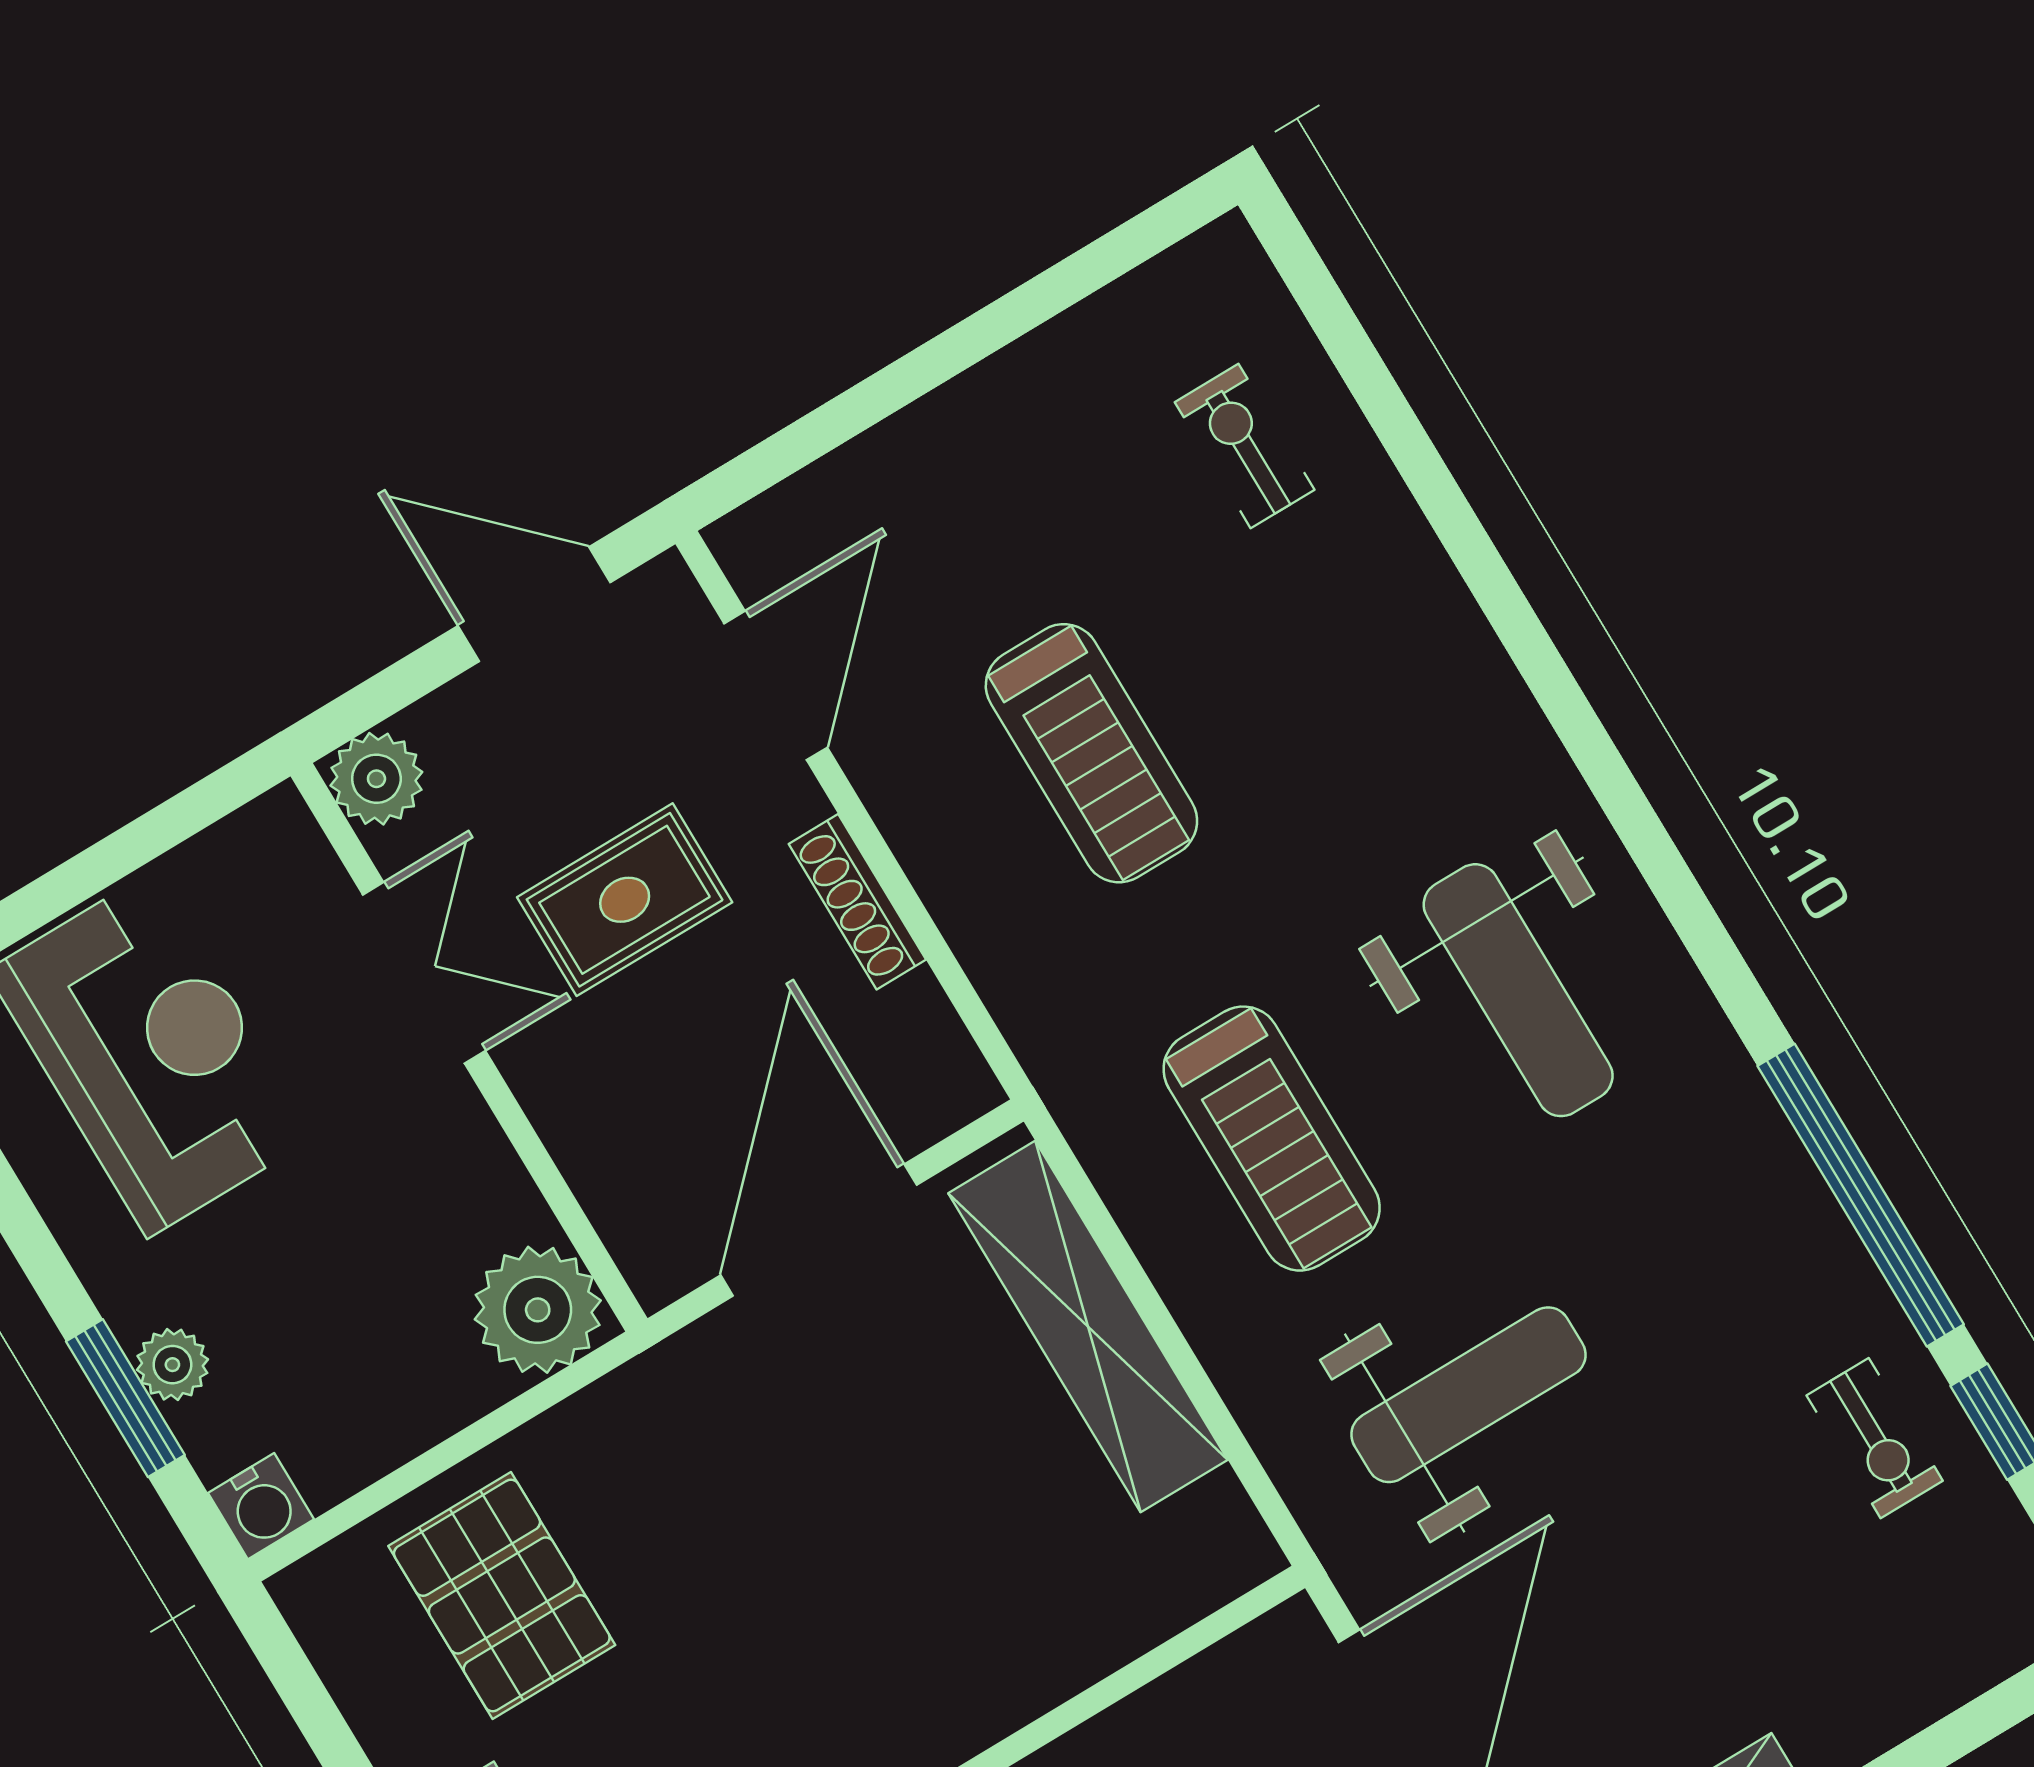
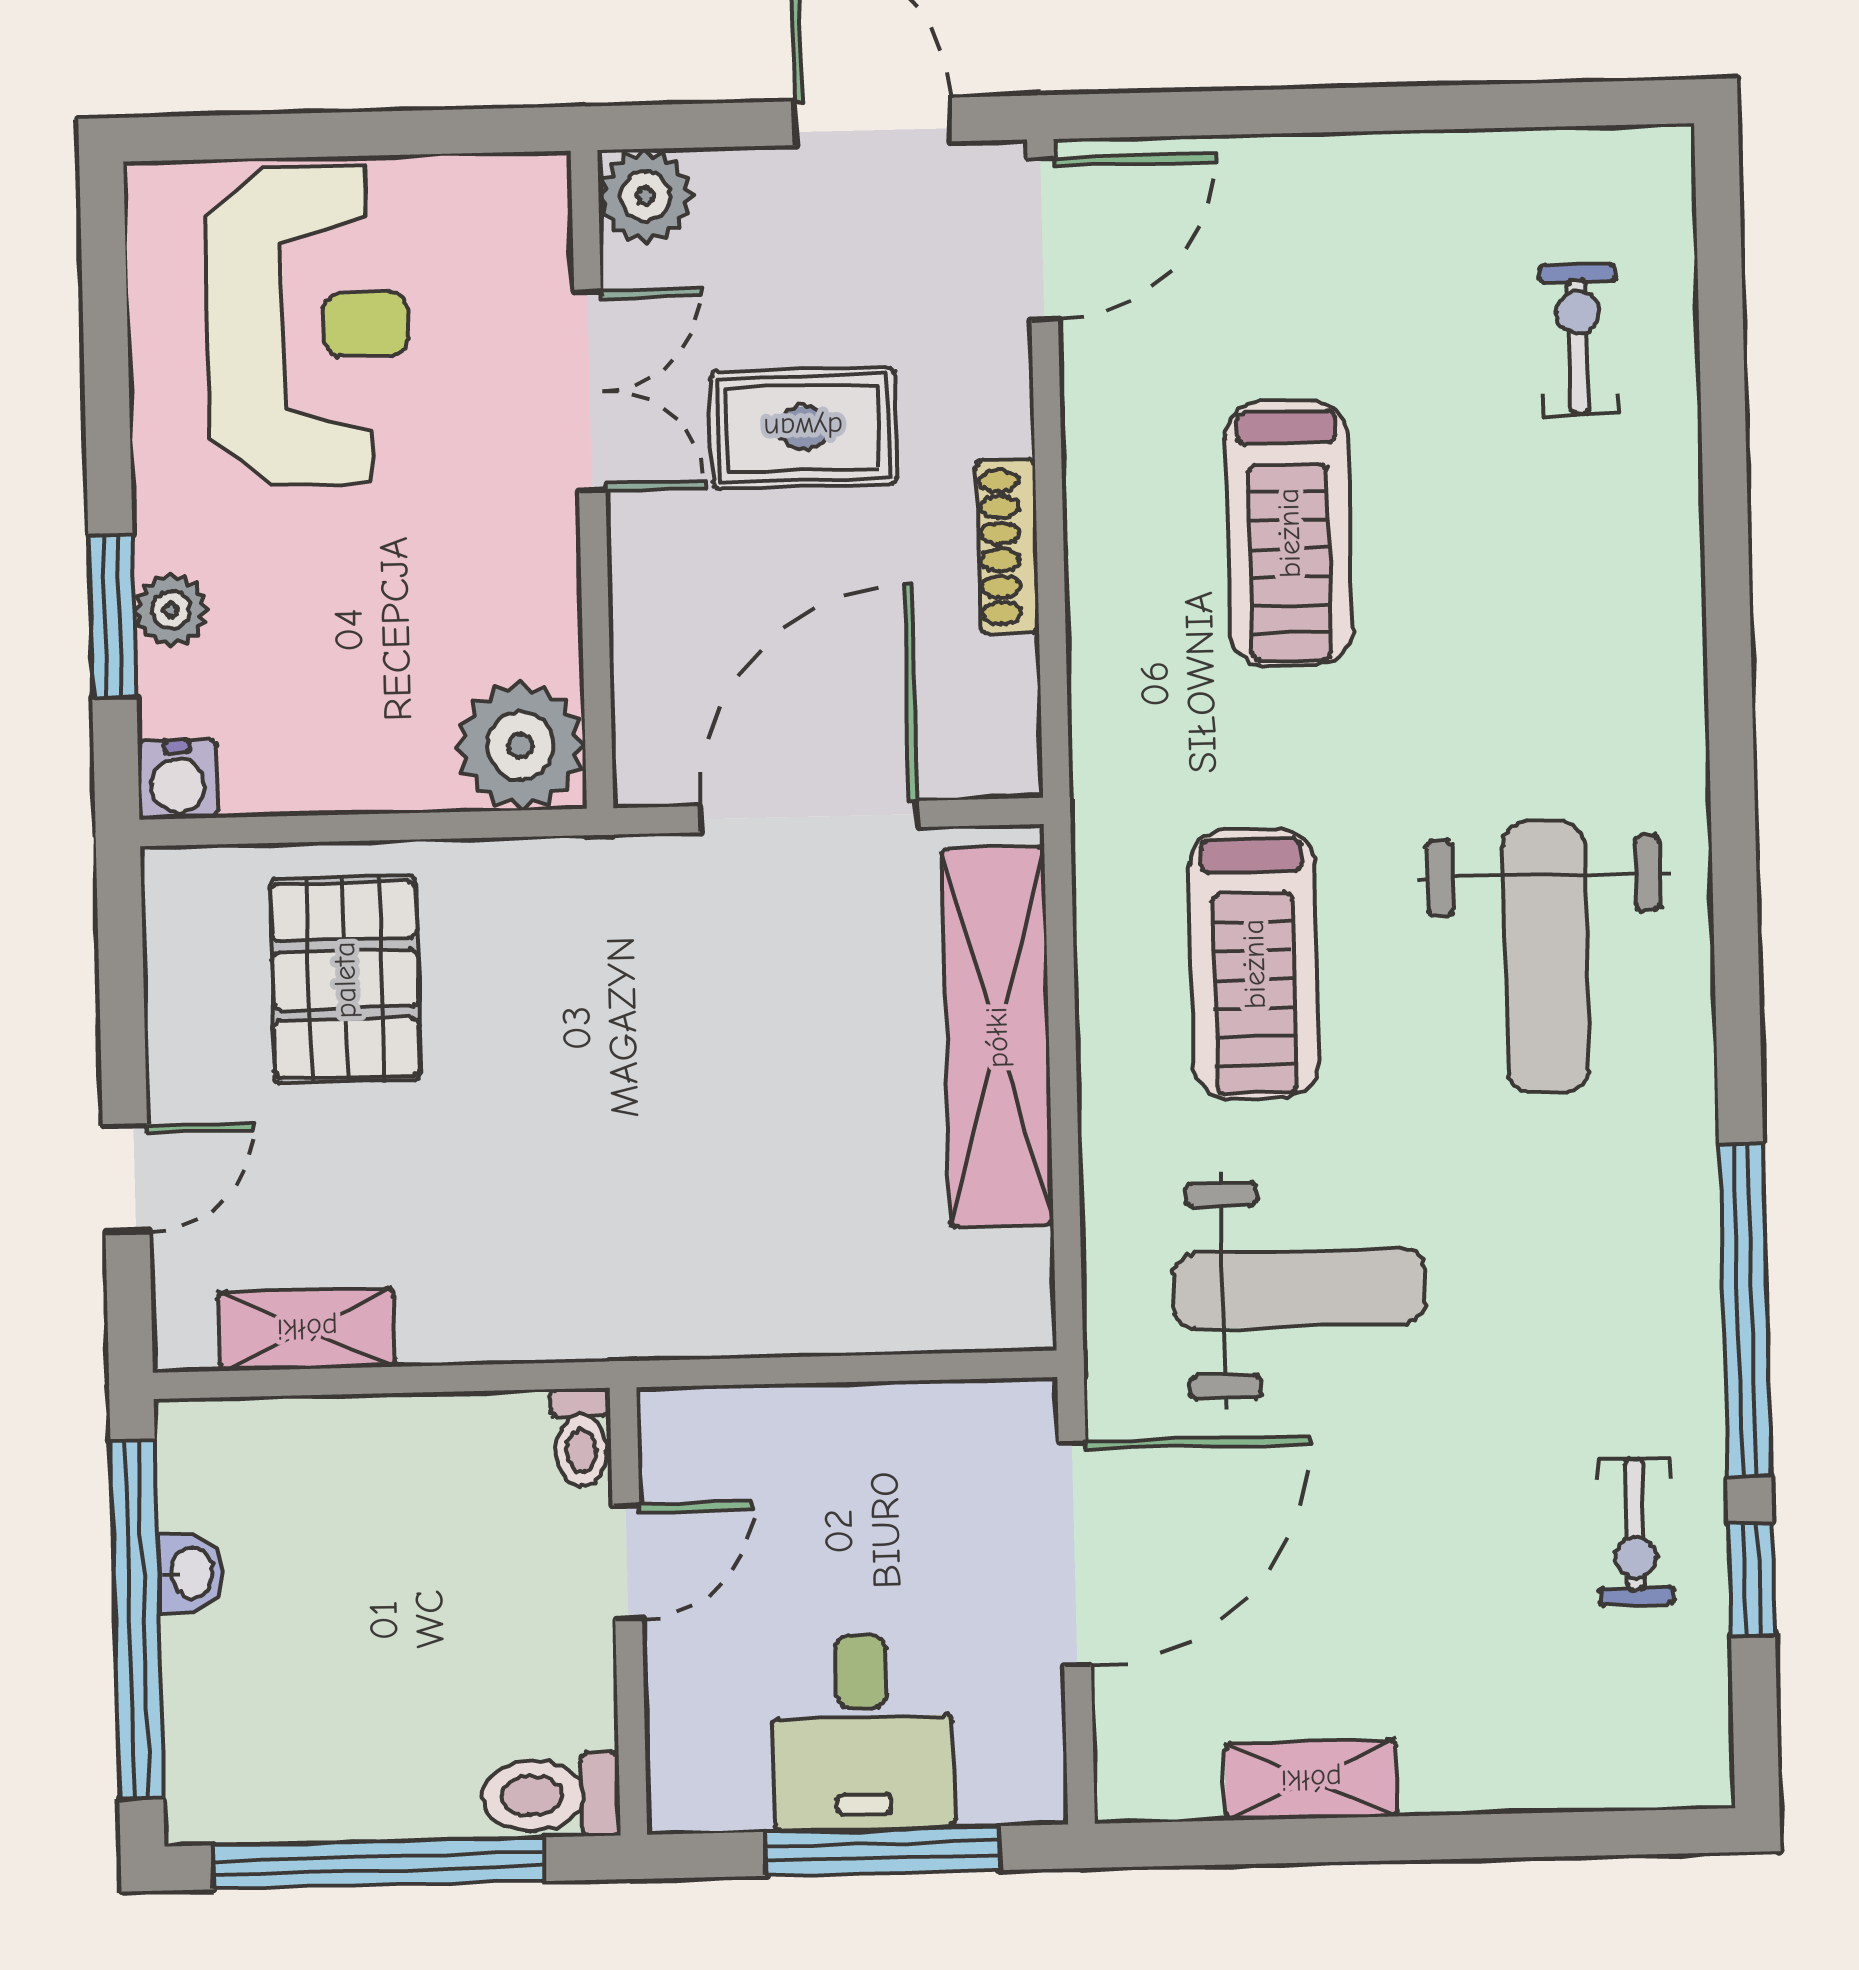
door: (776, 685) -> (1043, 239), moved

